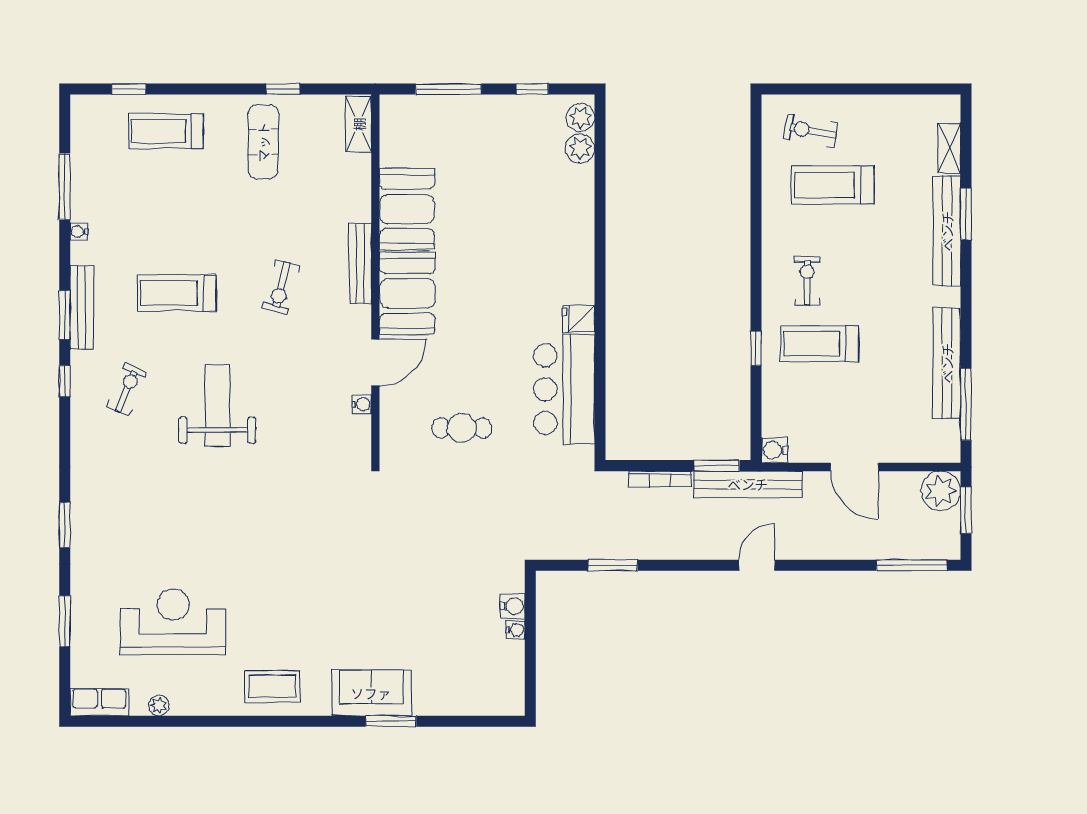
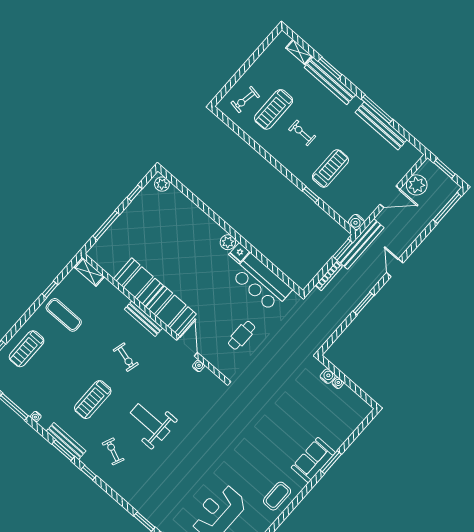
plant: (580, 148) -> (228, 242), moved
exercise bike: (807, 281) -> (302, 133), moved
treadmill: (820, 344) -> (330, 168), turned 180
window: (966, 404) -> (377, 109), moved
plant: (941, 491) -> (417, 185), moved
window: (613, 565) -> (363, 303), moved

